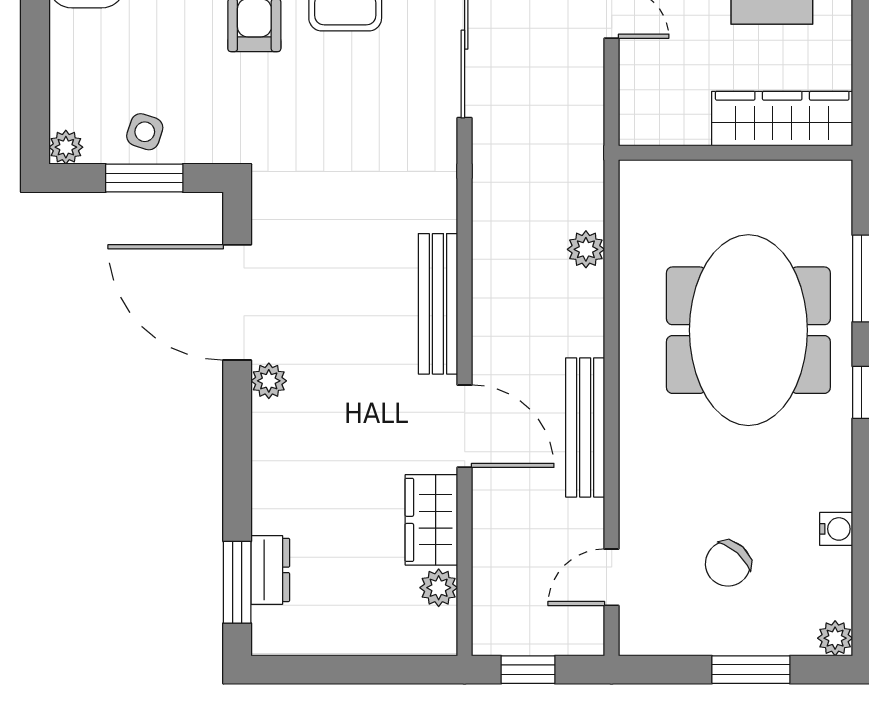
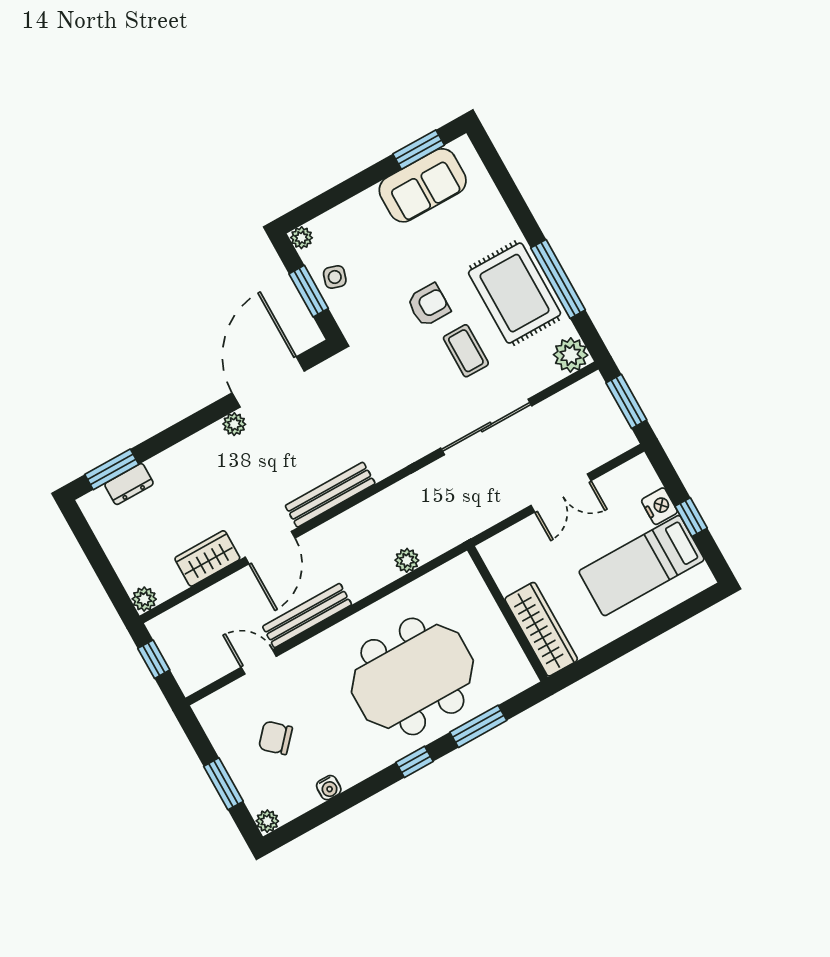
door: (612, 577) -> (259, 662), moved
plant: (439, 588) -> (144, 599), moved

